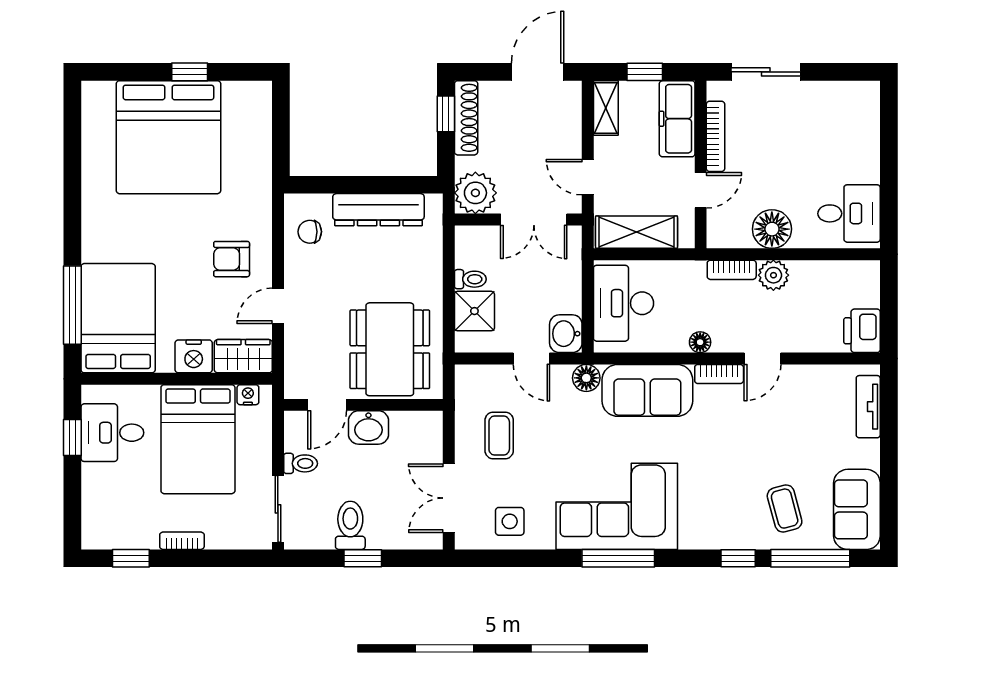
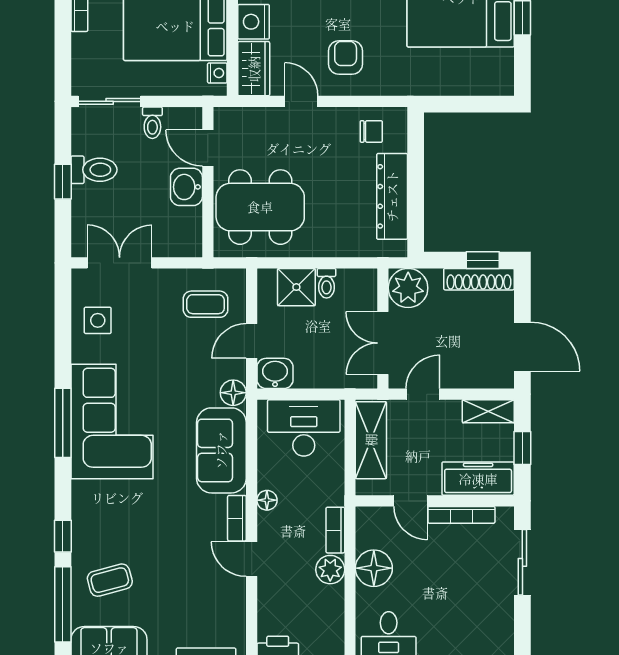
chair: (310, 232) -> (371, 131), turned 90
coffee table: (499, 435) -> (206, 304), moved

